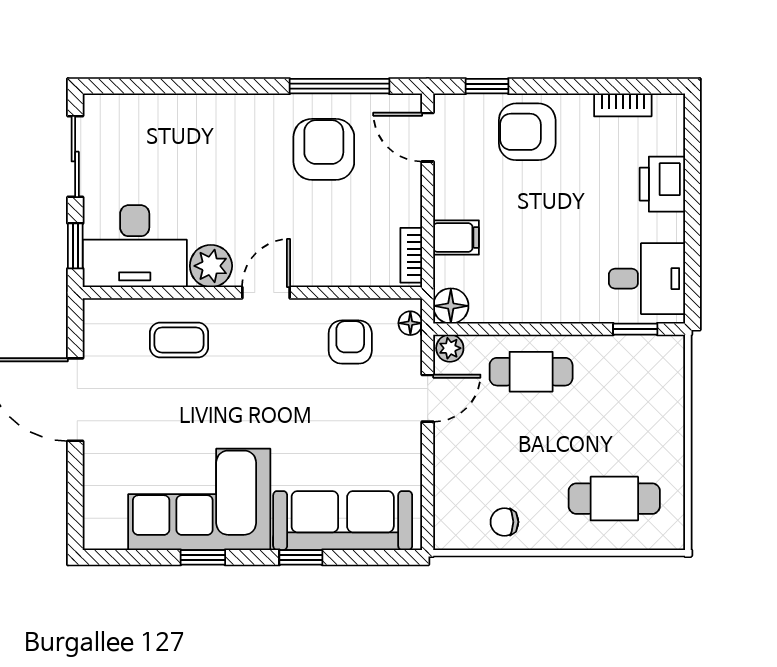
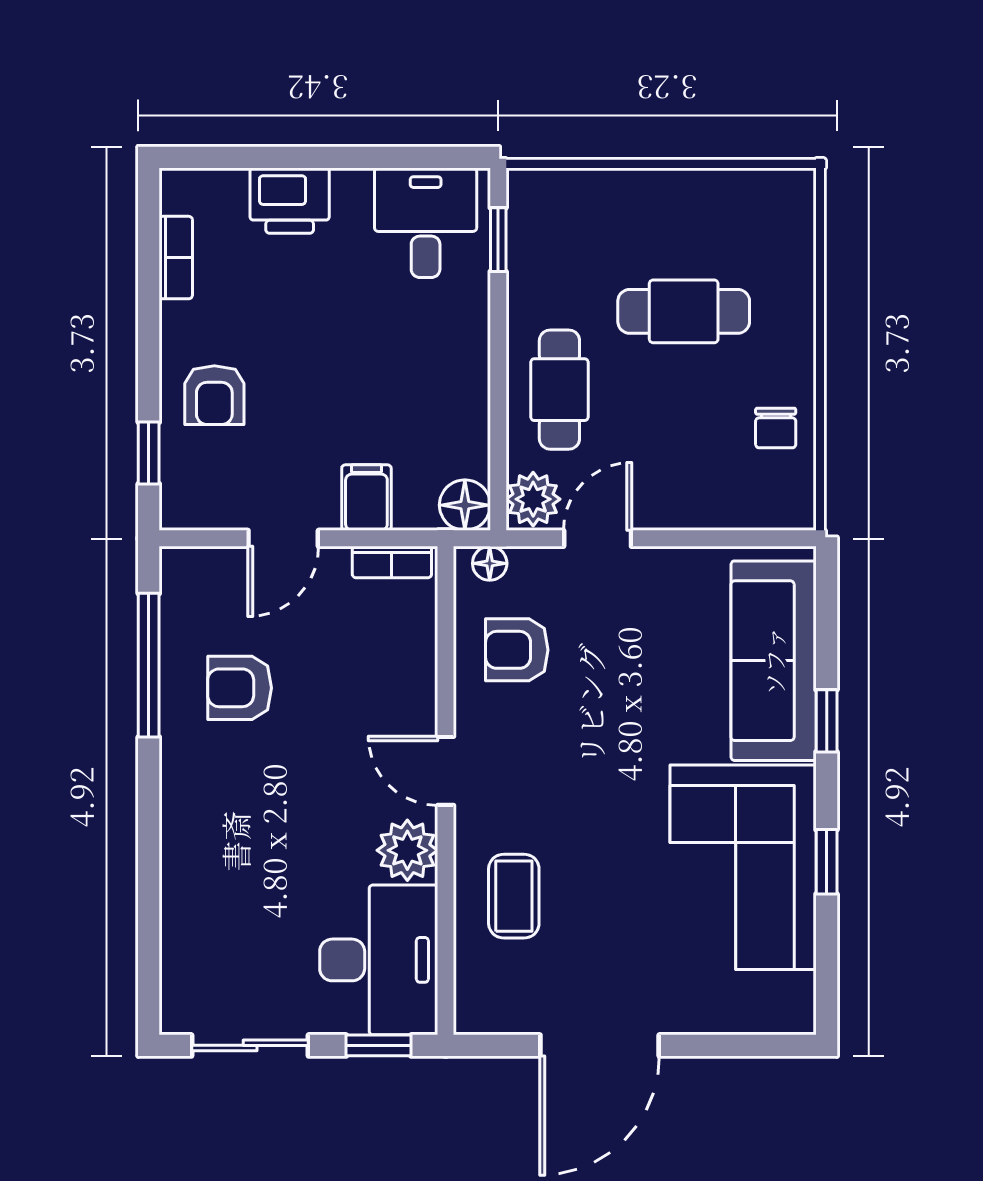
armchair: (527, 132) -> (214, 395), width x0.72, depth x0.72
door: (428, 137) -> (283, 538), moved
armchair: (324, 149) -> (240, 688), width x0.72, depth x0.72
plant: (450, 348) -> (533, 499), width x1.38, depth x1.38
door: (428, 398) -> (598, 538), hinge flipped
cafe table: (614, 499) -> (684, 311), moved, turned 90

